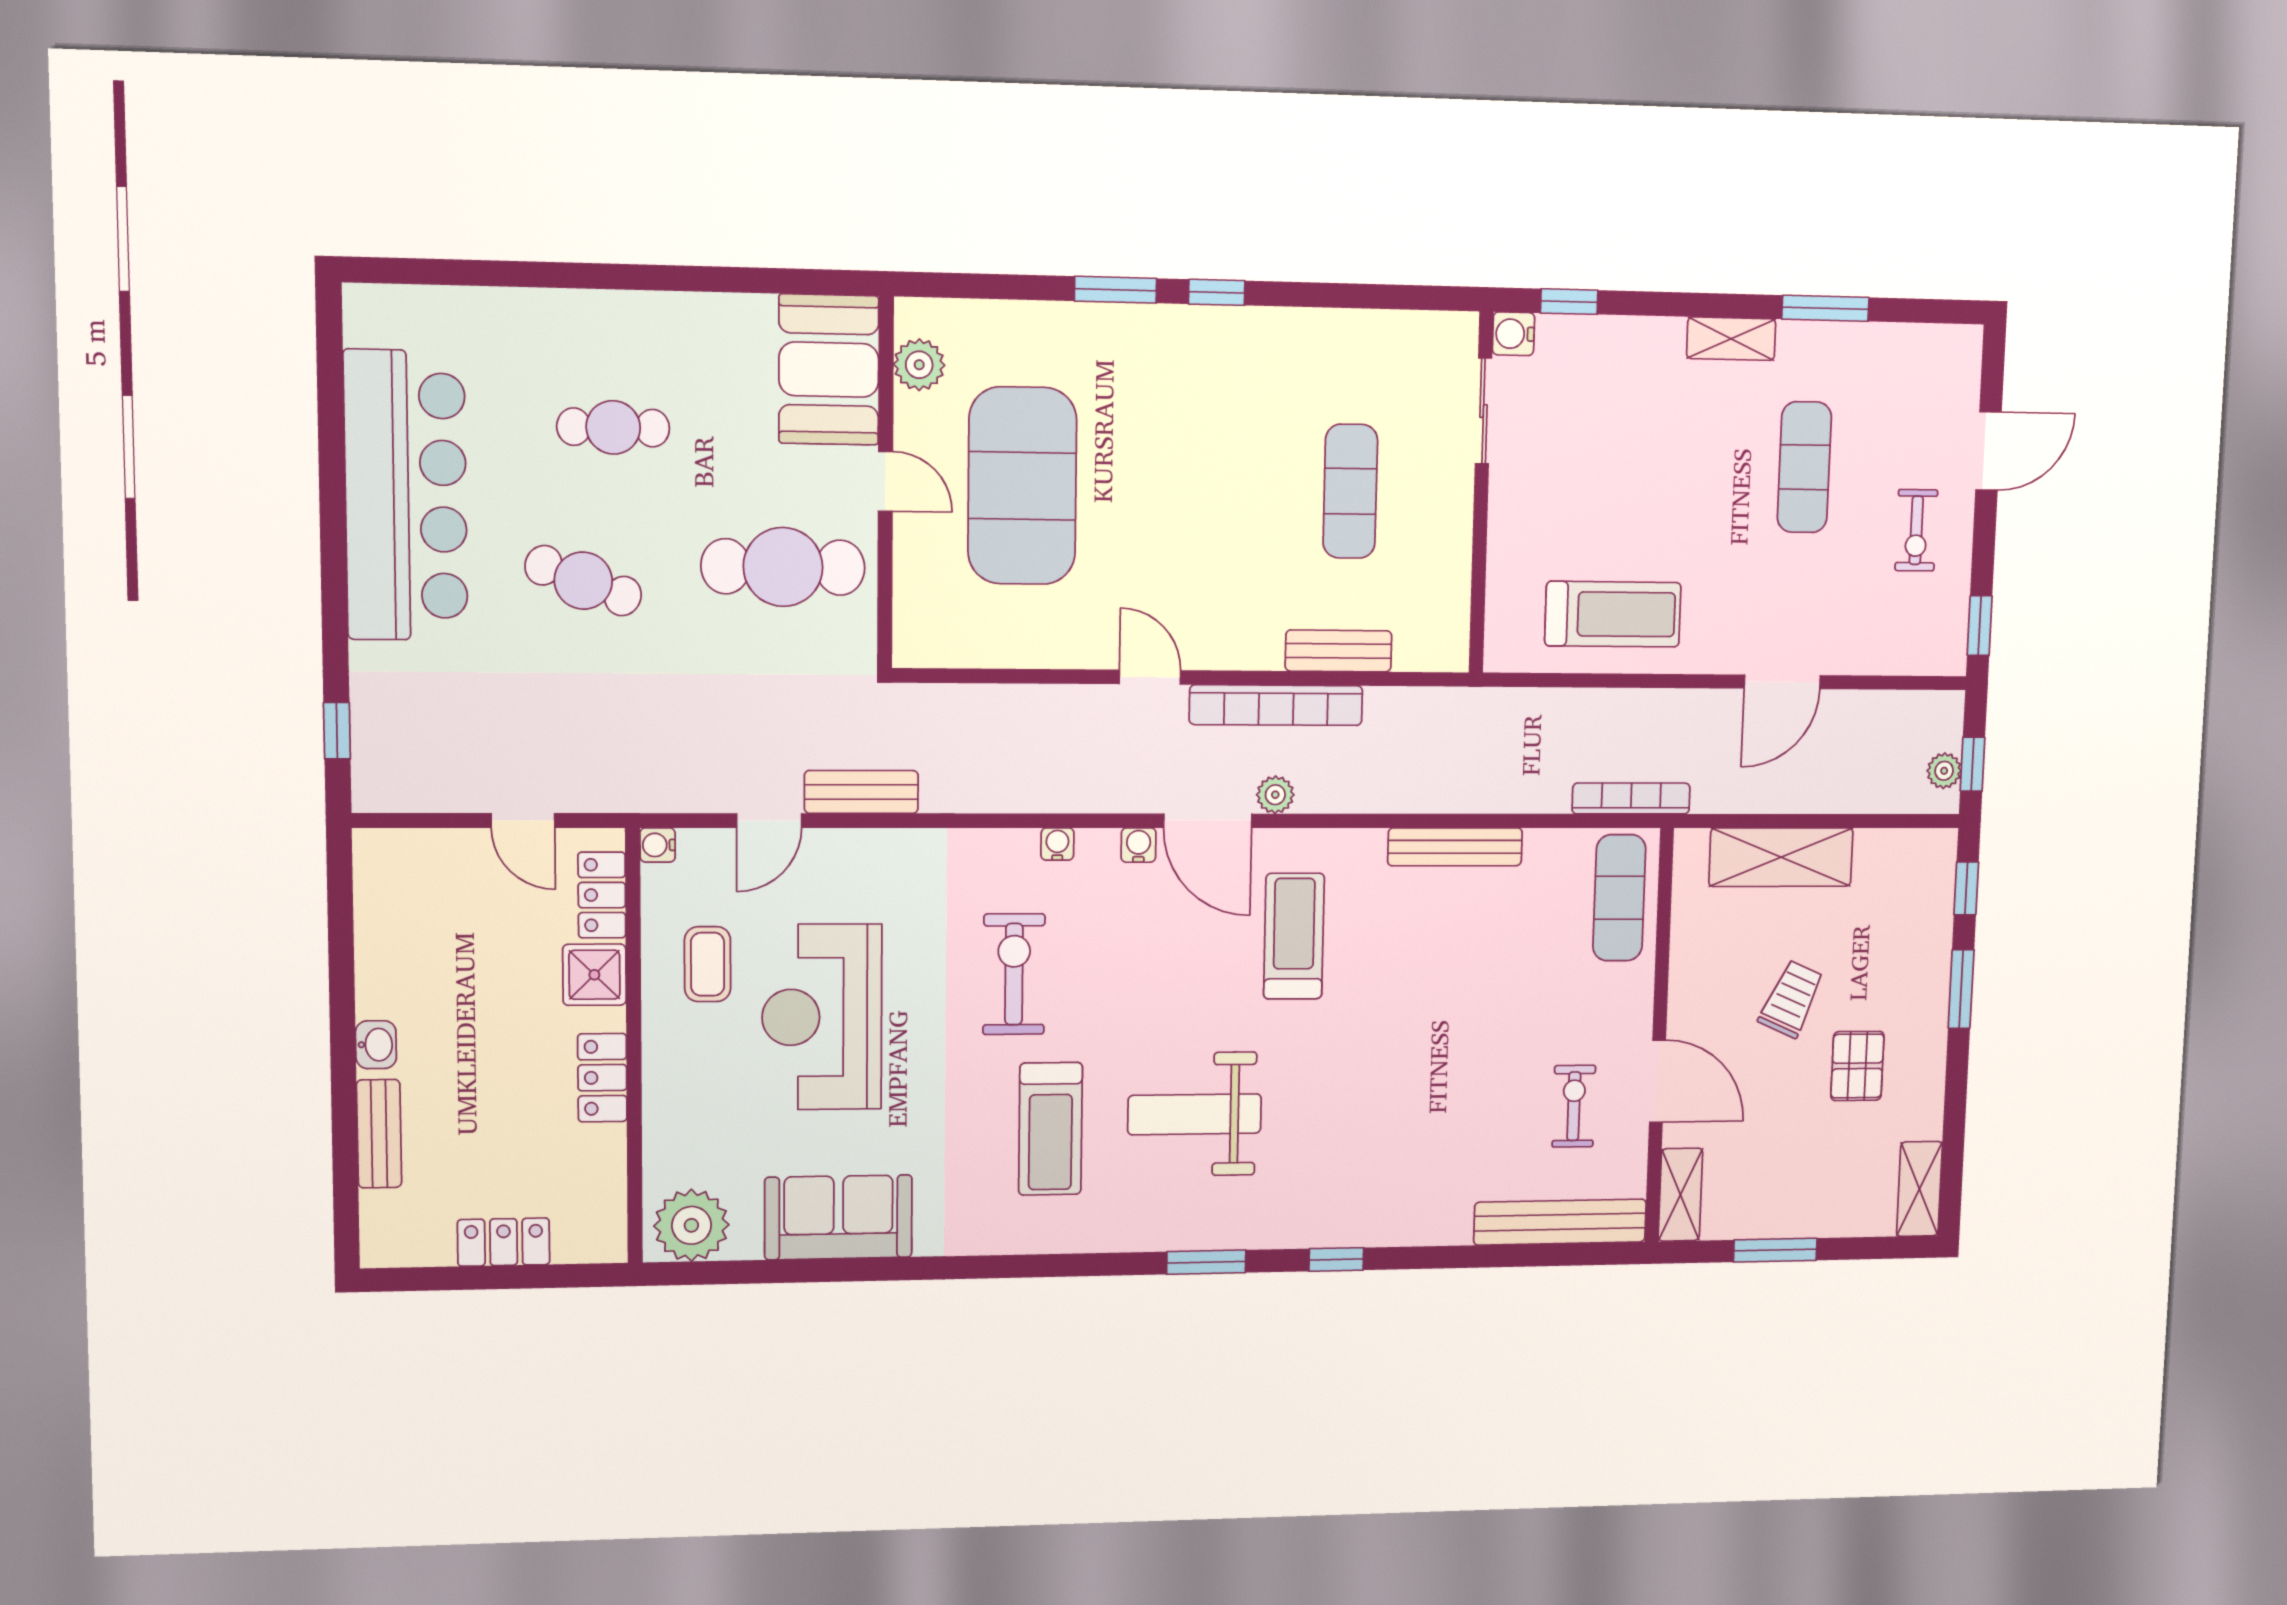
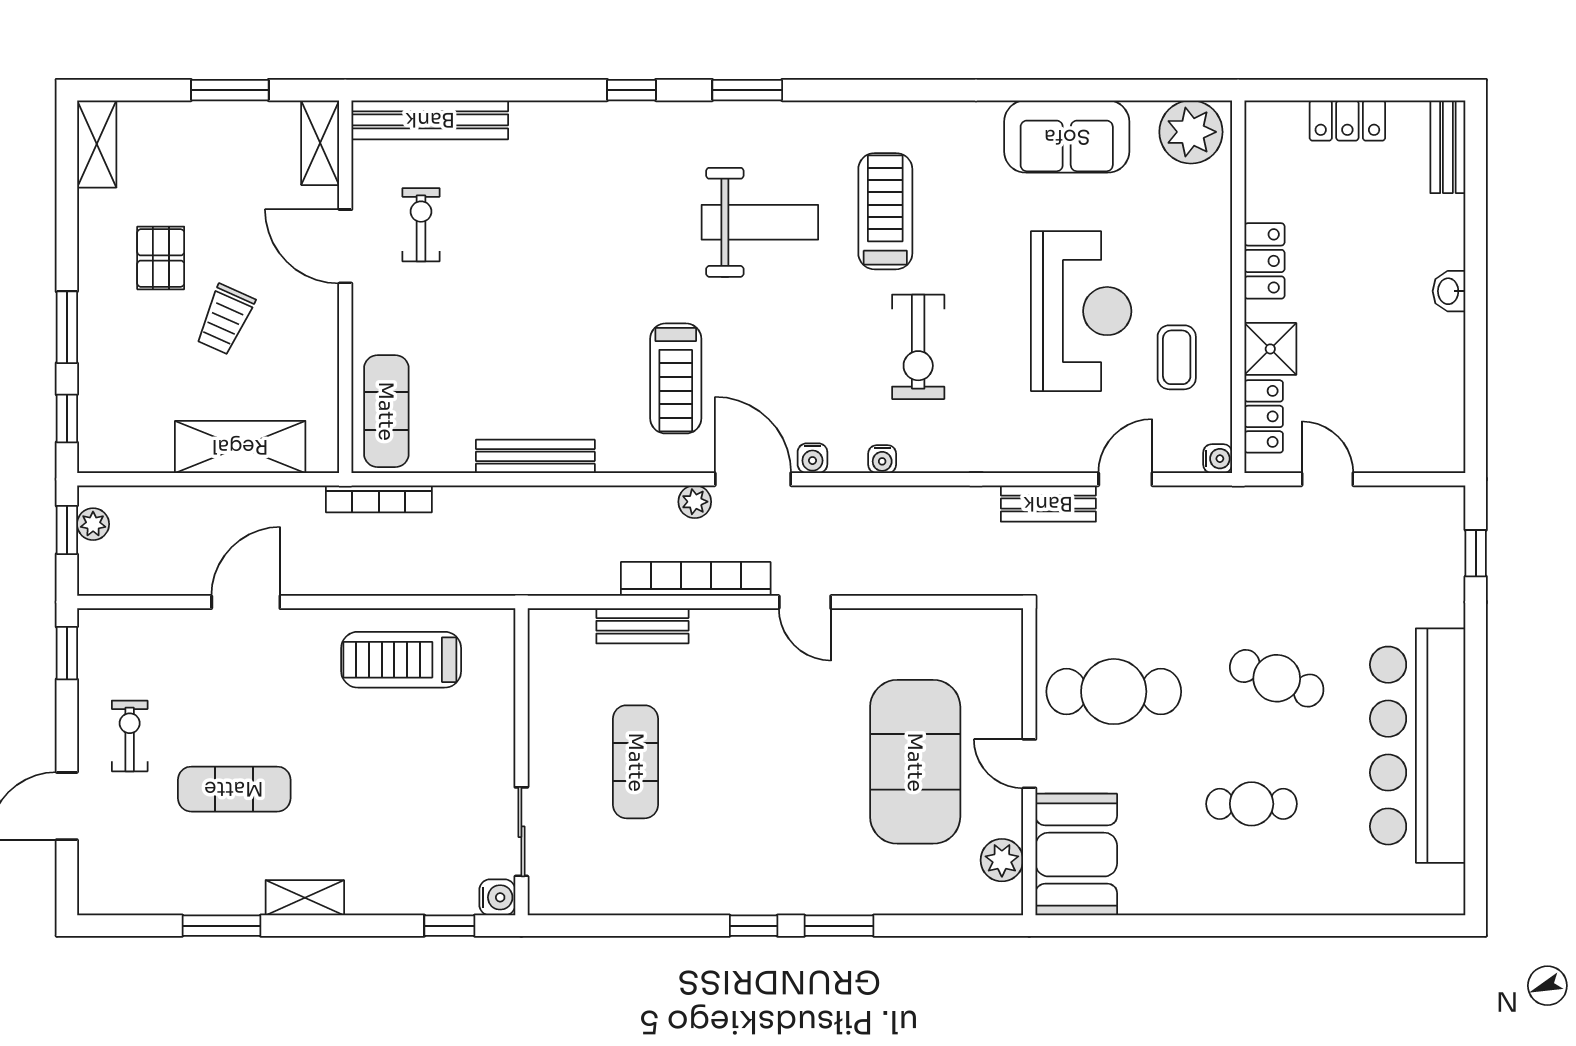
exercise mat: (1804, 467) -> (234, 789), turned 90
exercise bike: (1574, 1106) -> (421, 225), turned 180
bench: (379, 1134) -> (1448, 147), moved

